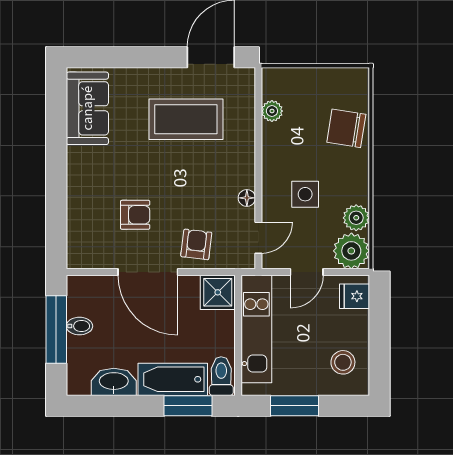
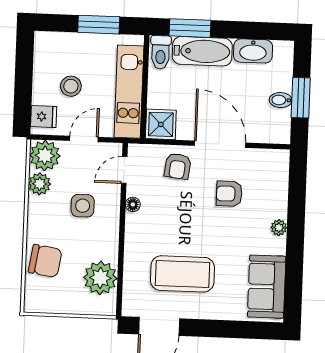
plant: (272, 111) -> (100, 278), width x1.88, depth x1.88
plant: (76, 177) -> (279, 228), added
window: (56, 330) -> (301, 98), width x0.69
stool: (343, 362) -> (71, 86), moved

